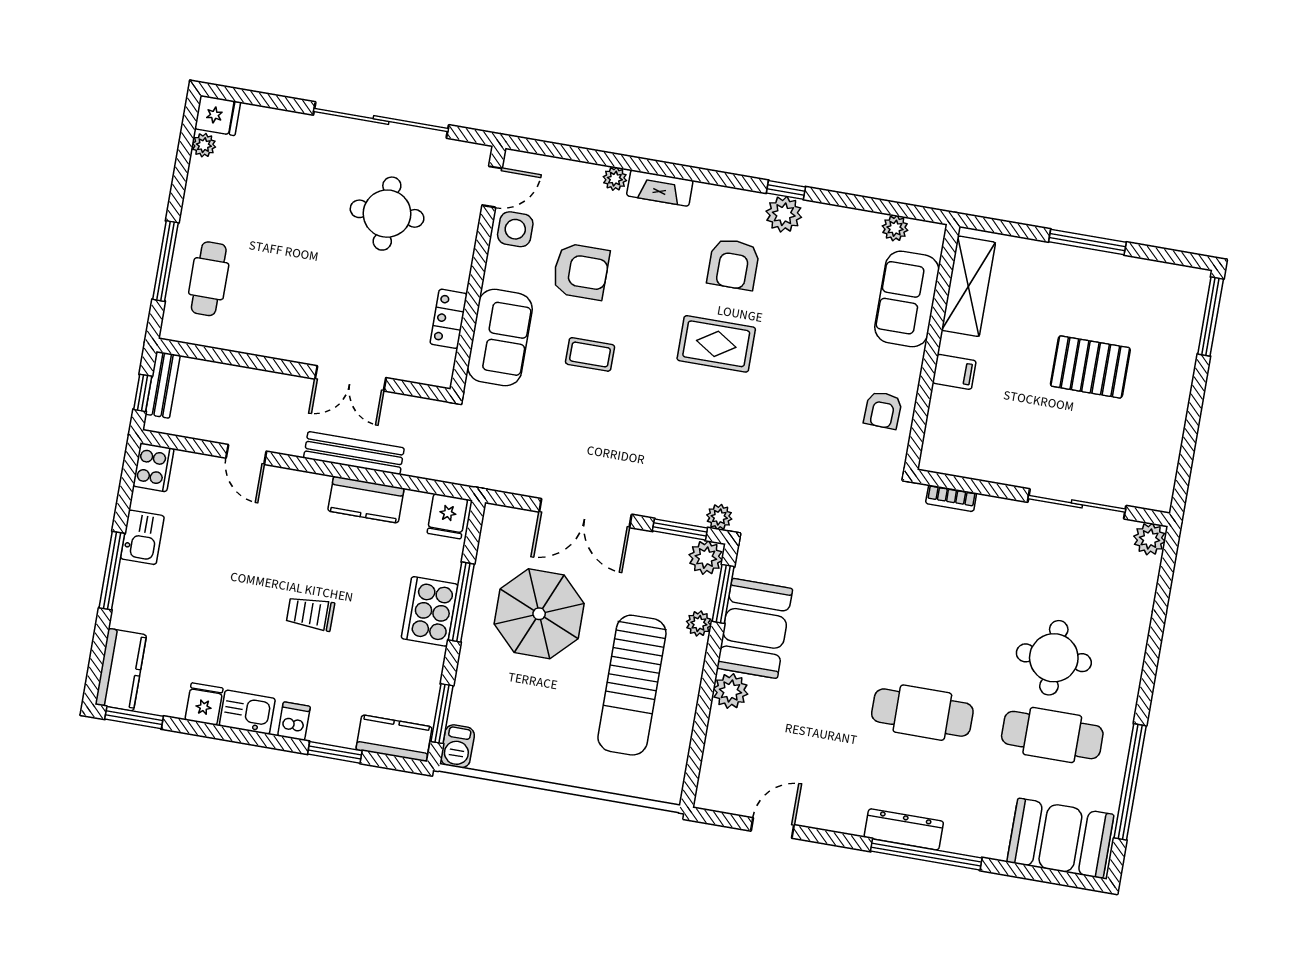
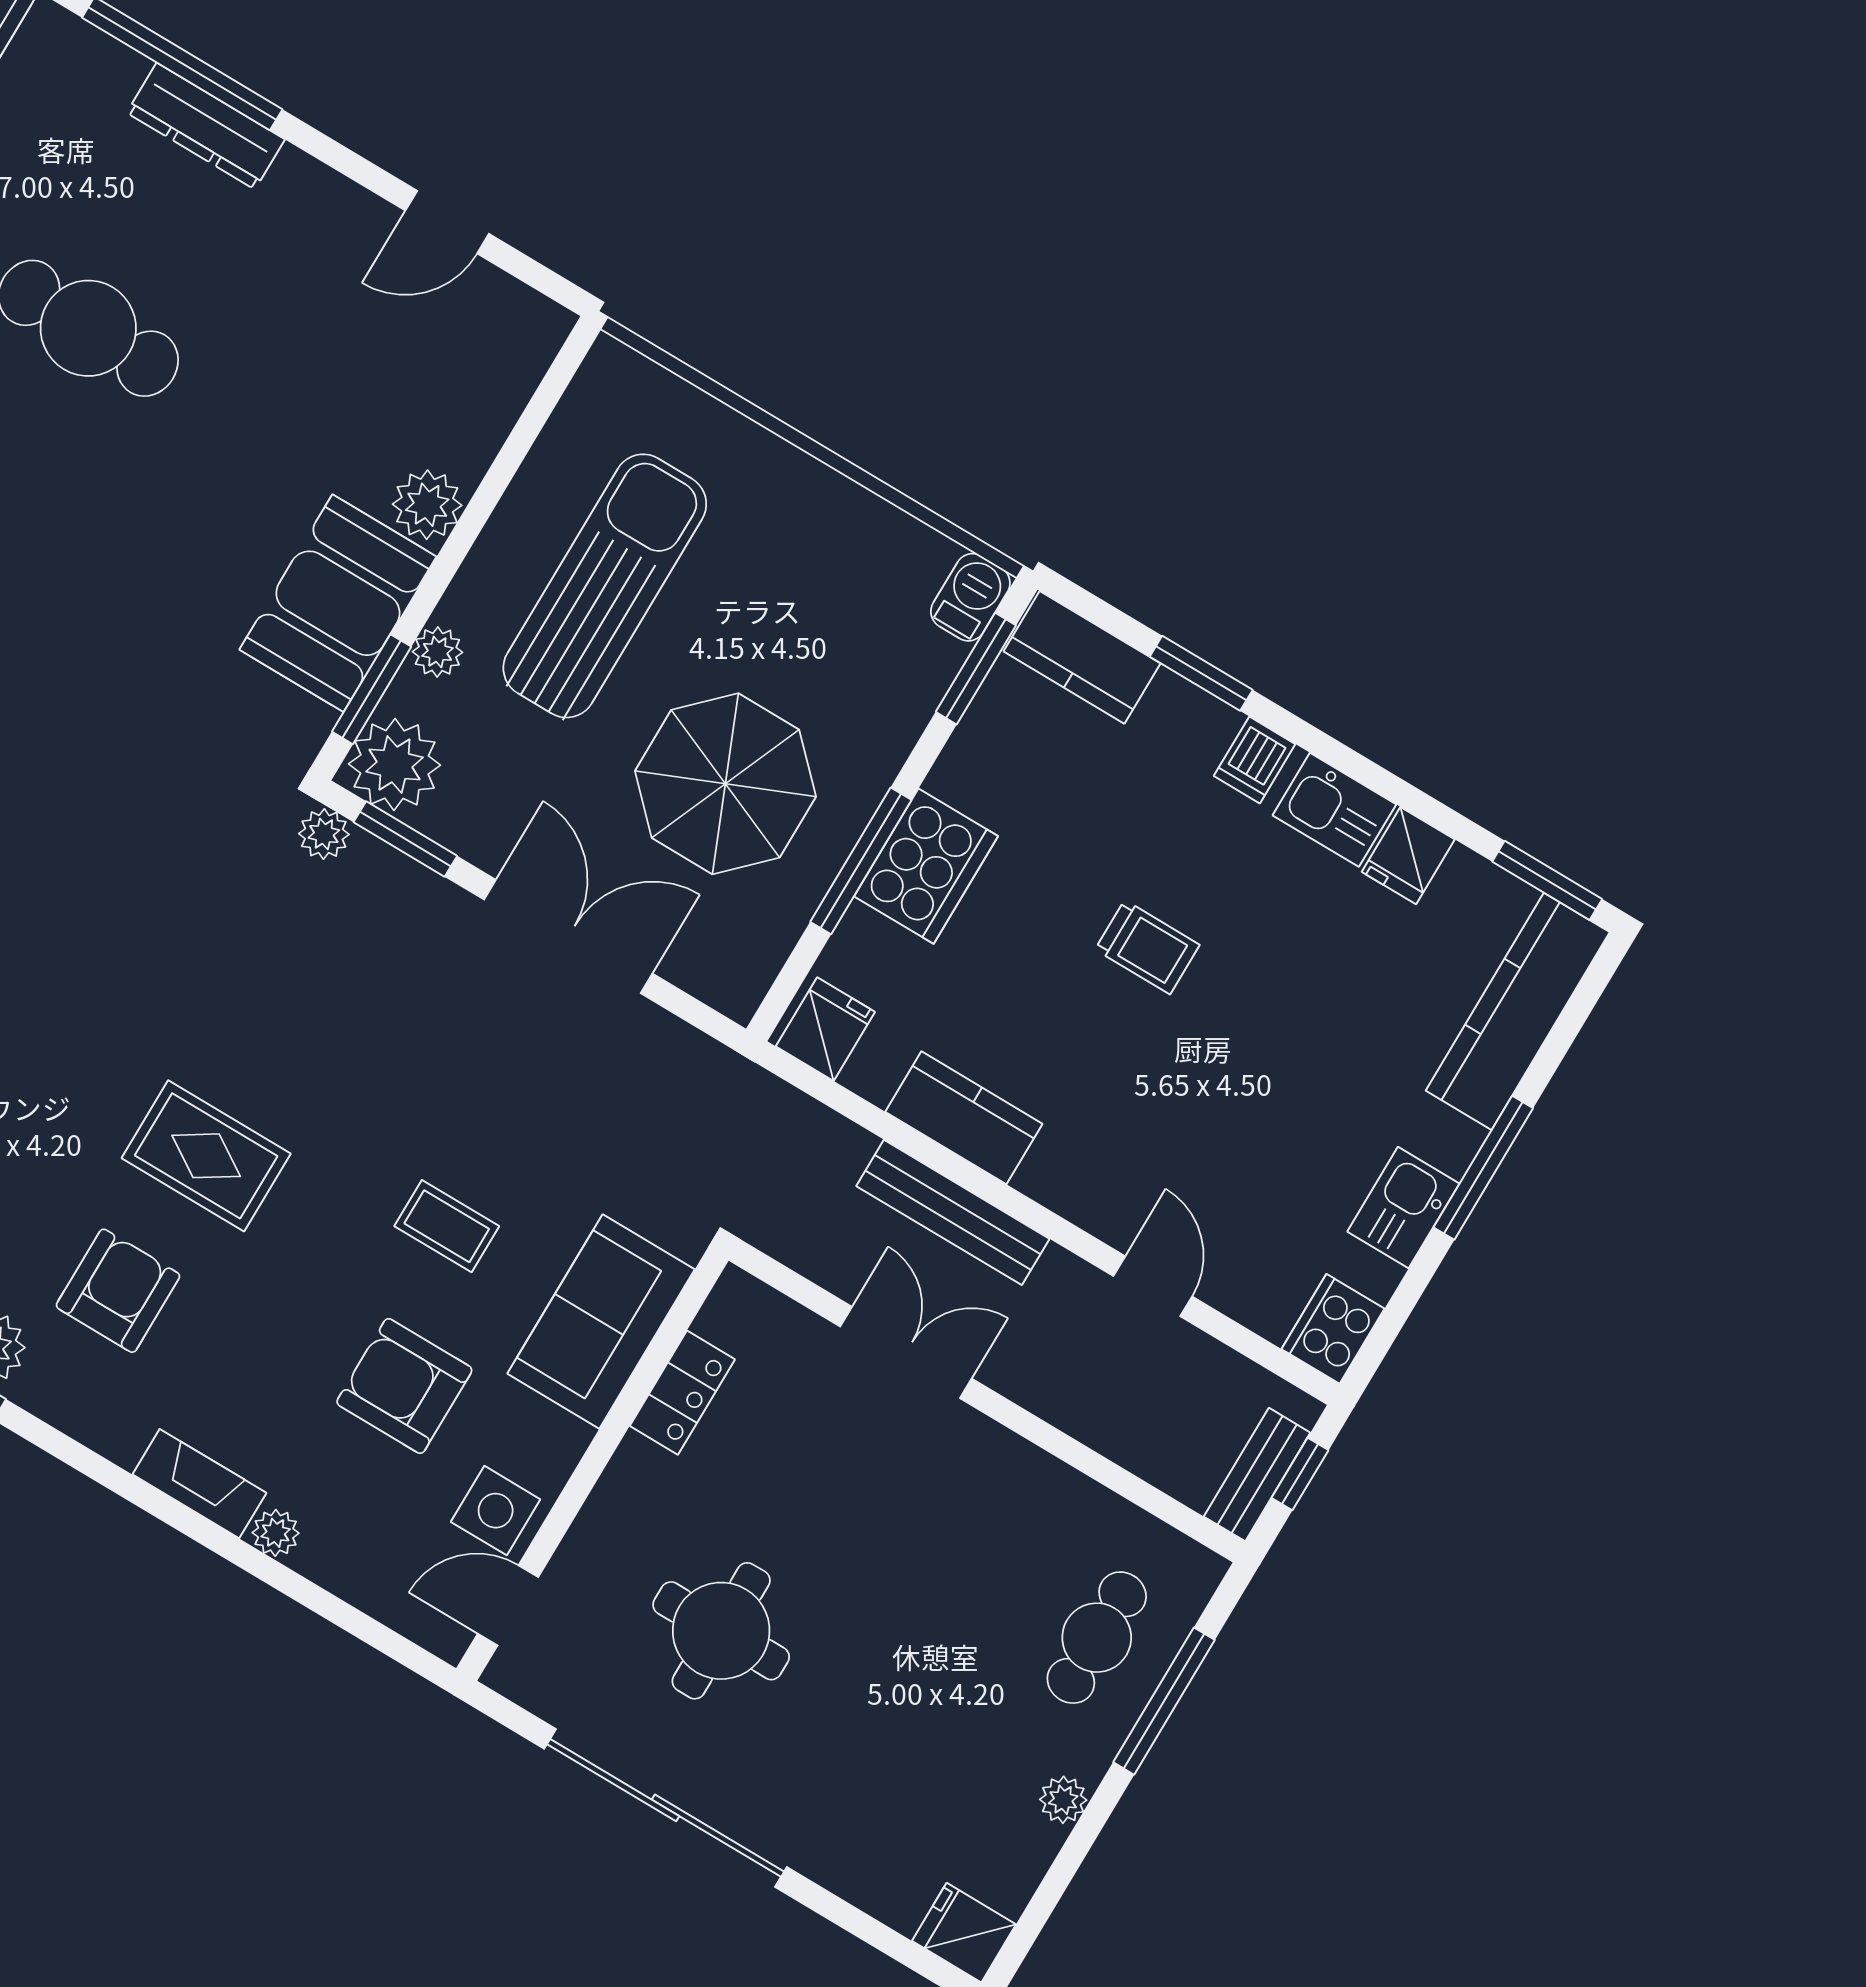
plant: (204, 145) -> (1063, 1800), moved
plant: (706, 558) -> (395, 764), width x1.36, depth x1.36
kitchen counter: (121, 670) -> (1518, 1011), width x1.50

